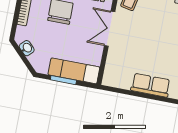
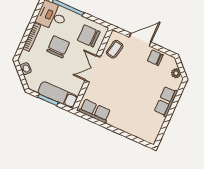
row of seats: (151, 85) -> (95, 111), moved

